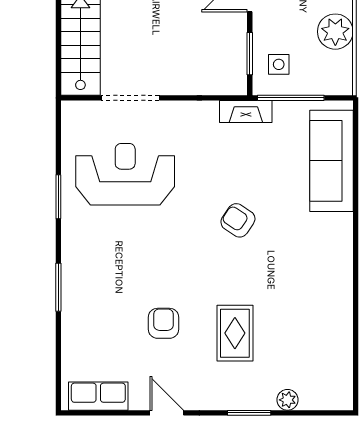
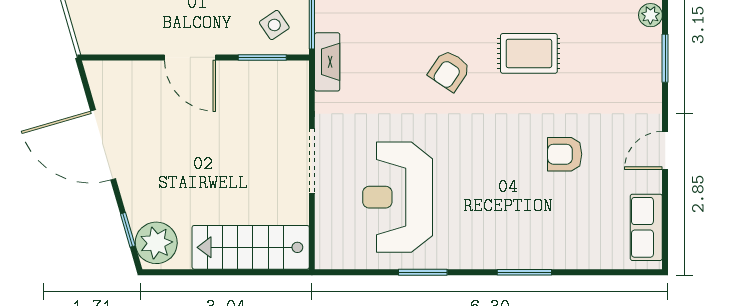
side table: (279, 64) -> (274, 25), turned -34
doorway: (130, 98) -> (312, 161), moved
rug: (235, 333) -> (529, 53), moved

